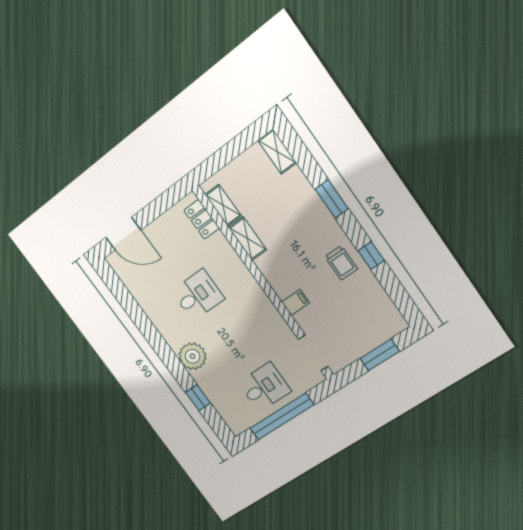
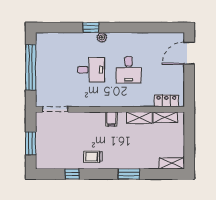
window: (371, 256) -> (72, 174), moved
filing cabinet: (296, 302) -> (111, 119), moved
plant: (193, 356) -> (102, 37), width x0.53, depth x0.53
desk: (265, 387) -> (91, 70), moved, turned -90
window: (198, 398) -> (91, 28), moved

